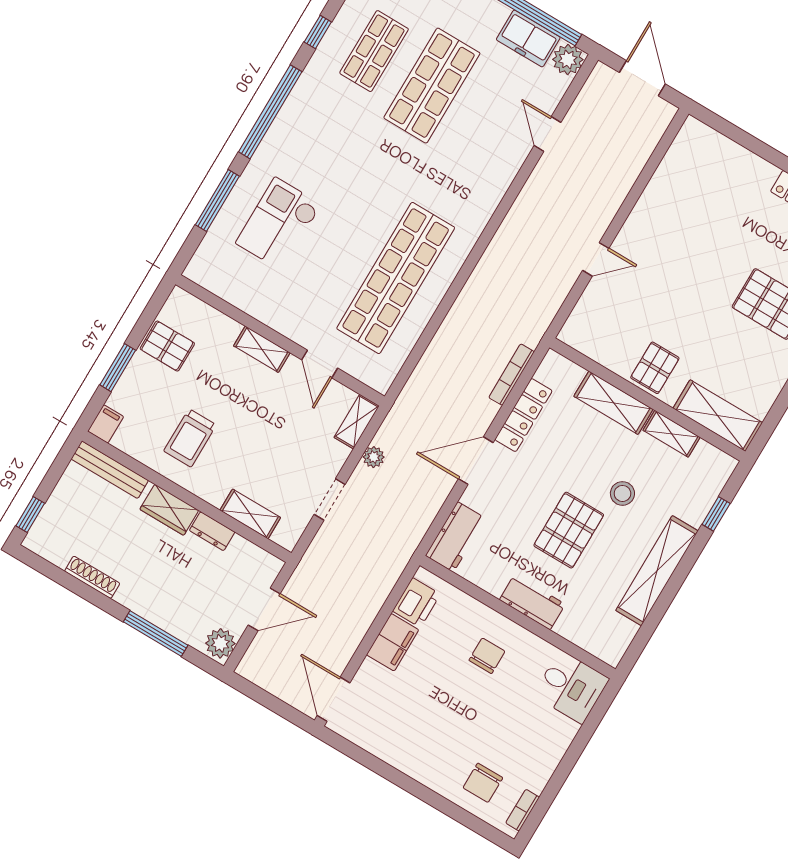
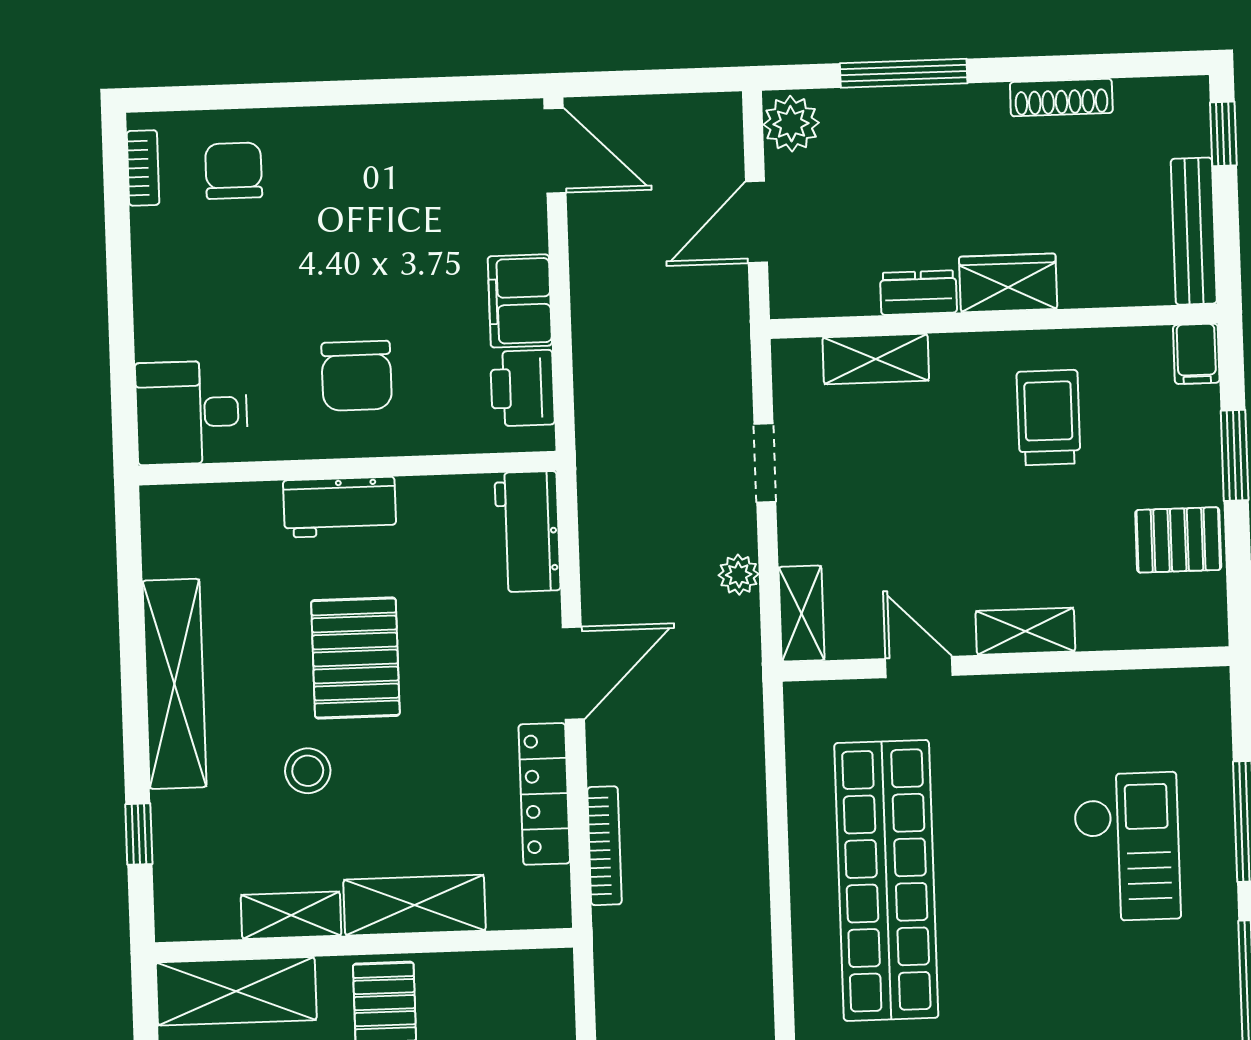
bench: (110, 470) -> (1194, 231), moved, turned 90
chair: (487, 656) -> (357, 376), width x1.37, depth x1.37

